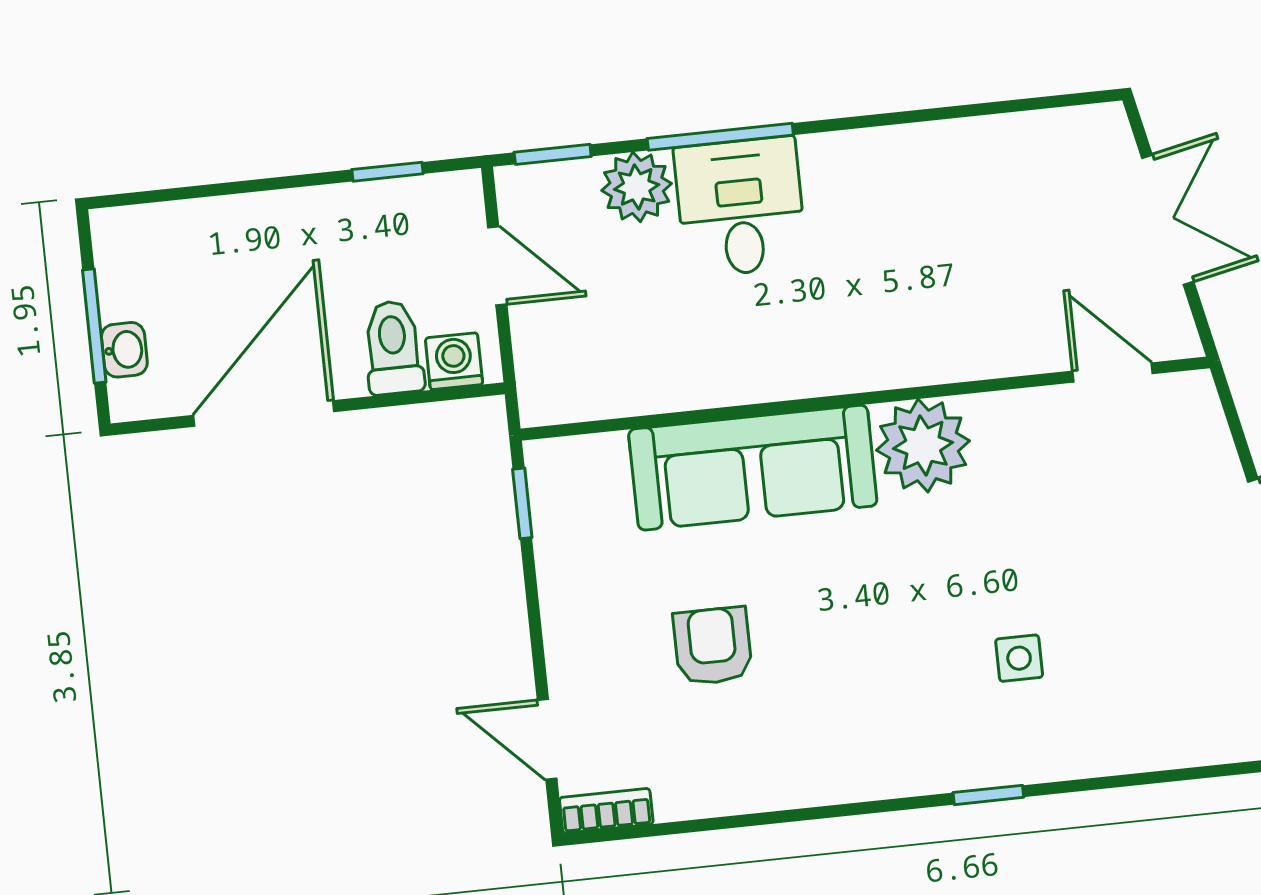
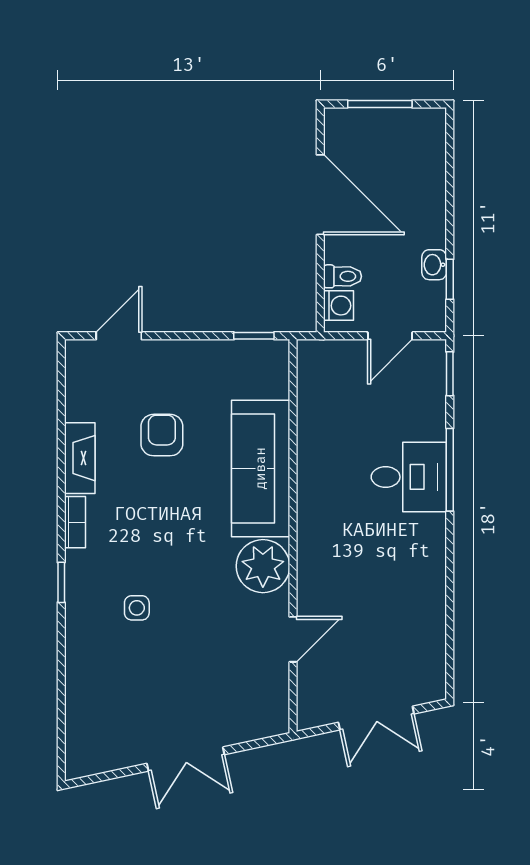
plant: (637, 187) -> (426, 419), removed
toilet: (393, 348) -> (343, 276), width x0.73, depth x0.72
washbasin: (124, 350) -> (434, 265), moved, turned 90
door: (1113, 372) -> (293, 639), moved
armchair: (713, 646) -> (162, 435), turned -90
fireplace: (768, 785) -> (80, 458), added
bookcase: (606, 811) -> (75, 522), moved

